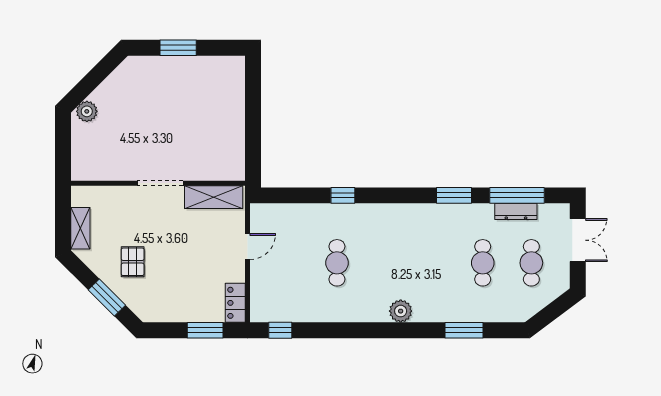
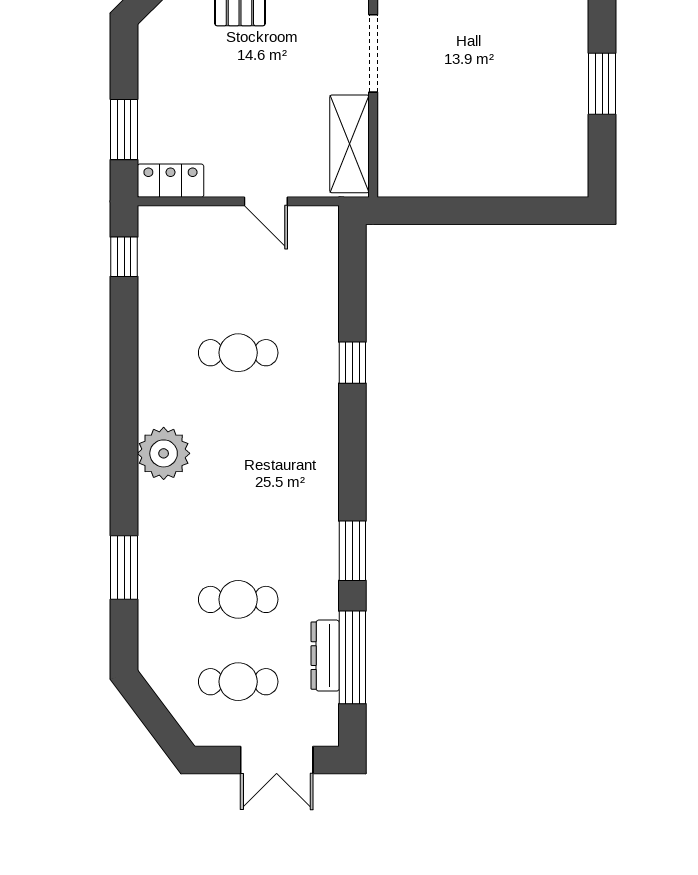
plant: (401, 311) -> (164, 453), width x1.36, depth x1.36

